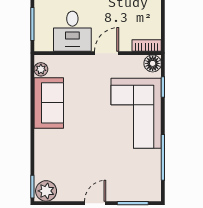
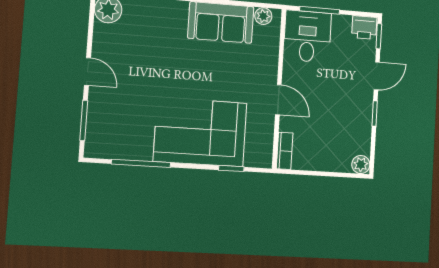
desk: (72, 31) -> (307, 36), moved, turned 90
floor lamp: (153, 63) -> (262, 157), removed

